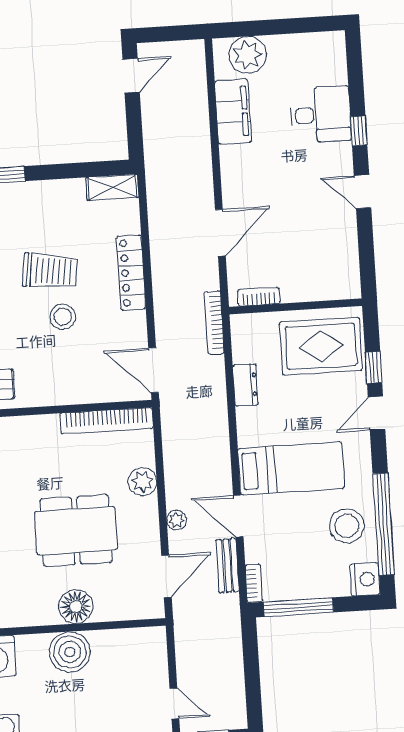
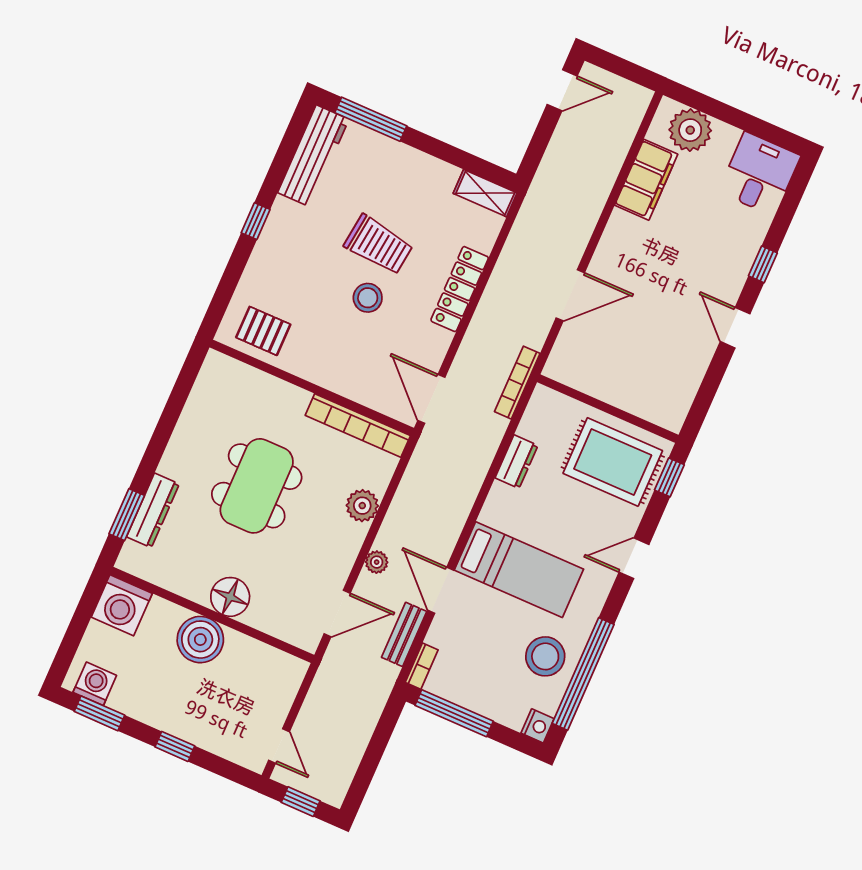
desk: (321, 115) -> (759, 174), moved, turned -90
bookcase: (259, 297) -> (576, 379), removed
window: (374, 367) -> (669, 477), moved
dining table: (76, 531) -> (257, 486), moved, turned 90
nightstand: (365, 579) -> (538, 726), width x0.74, depth x0.75

